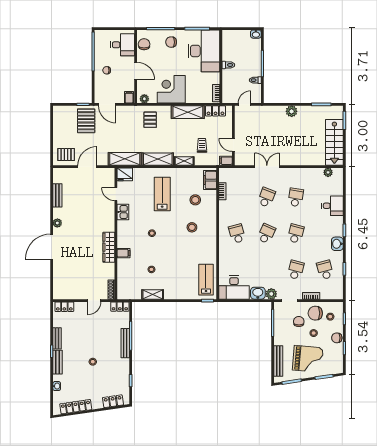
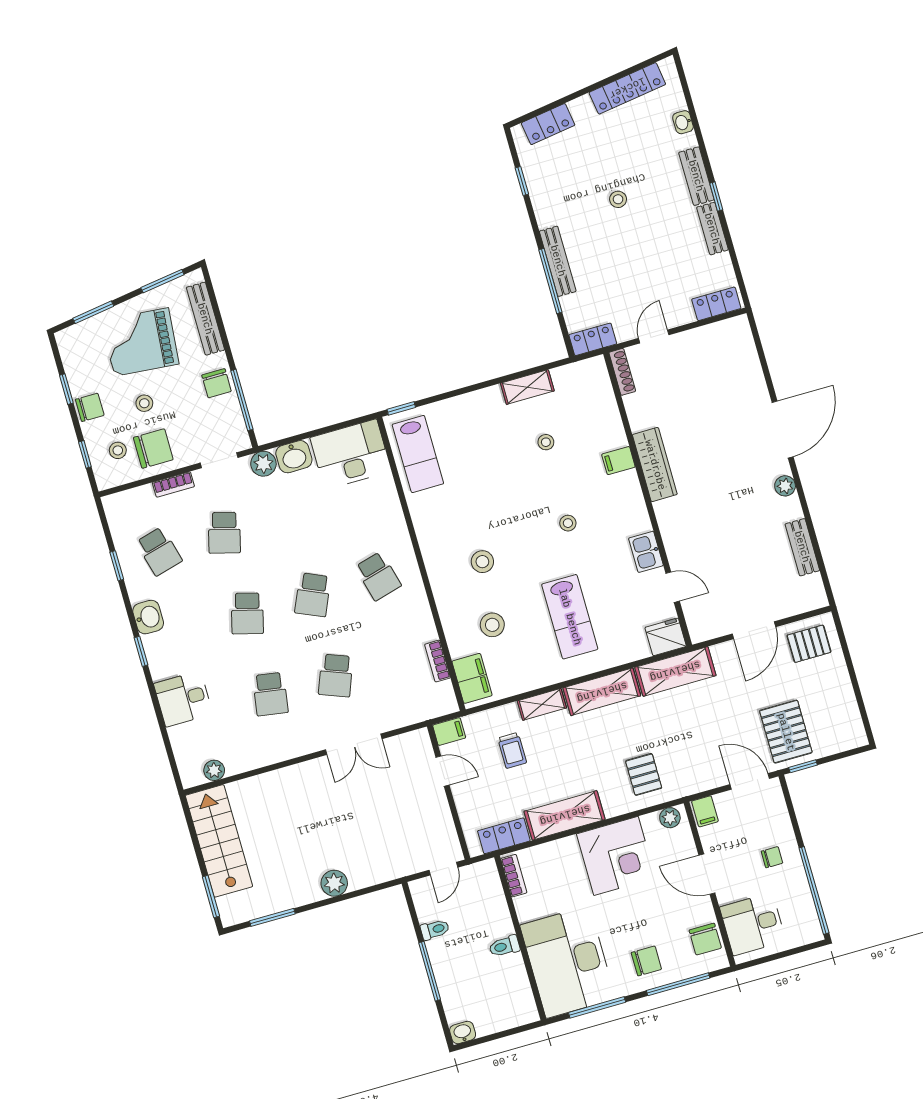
chair: (299, 321) -> (216, 383), moved

